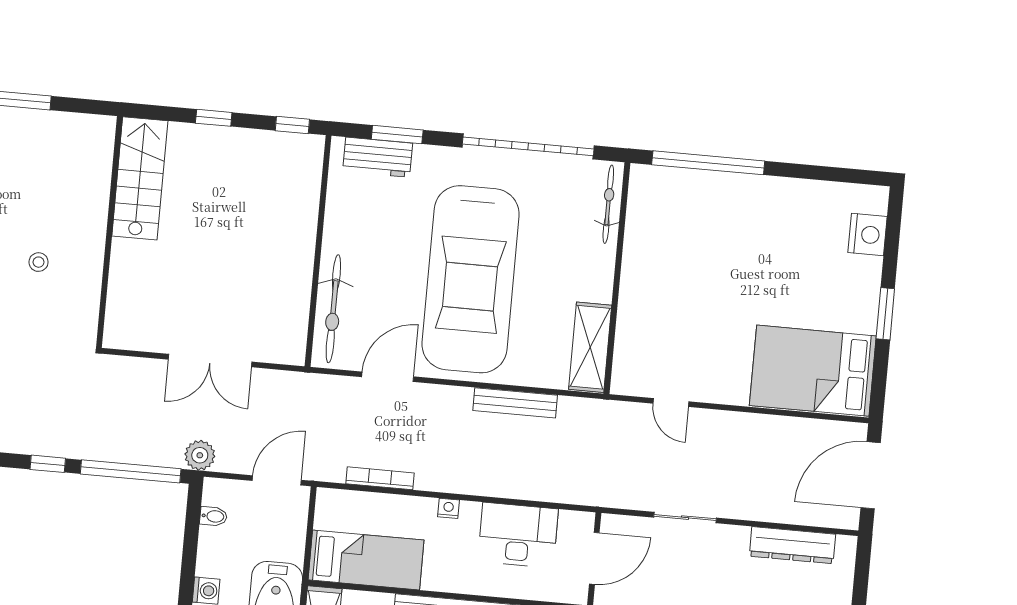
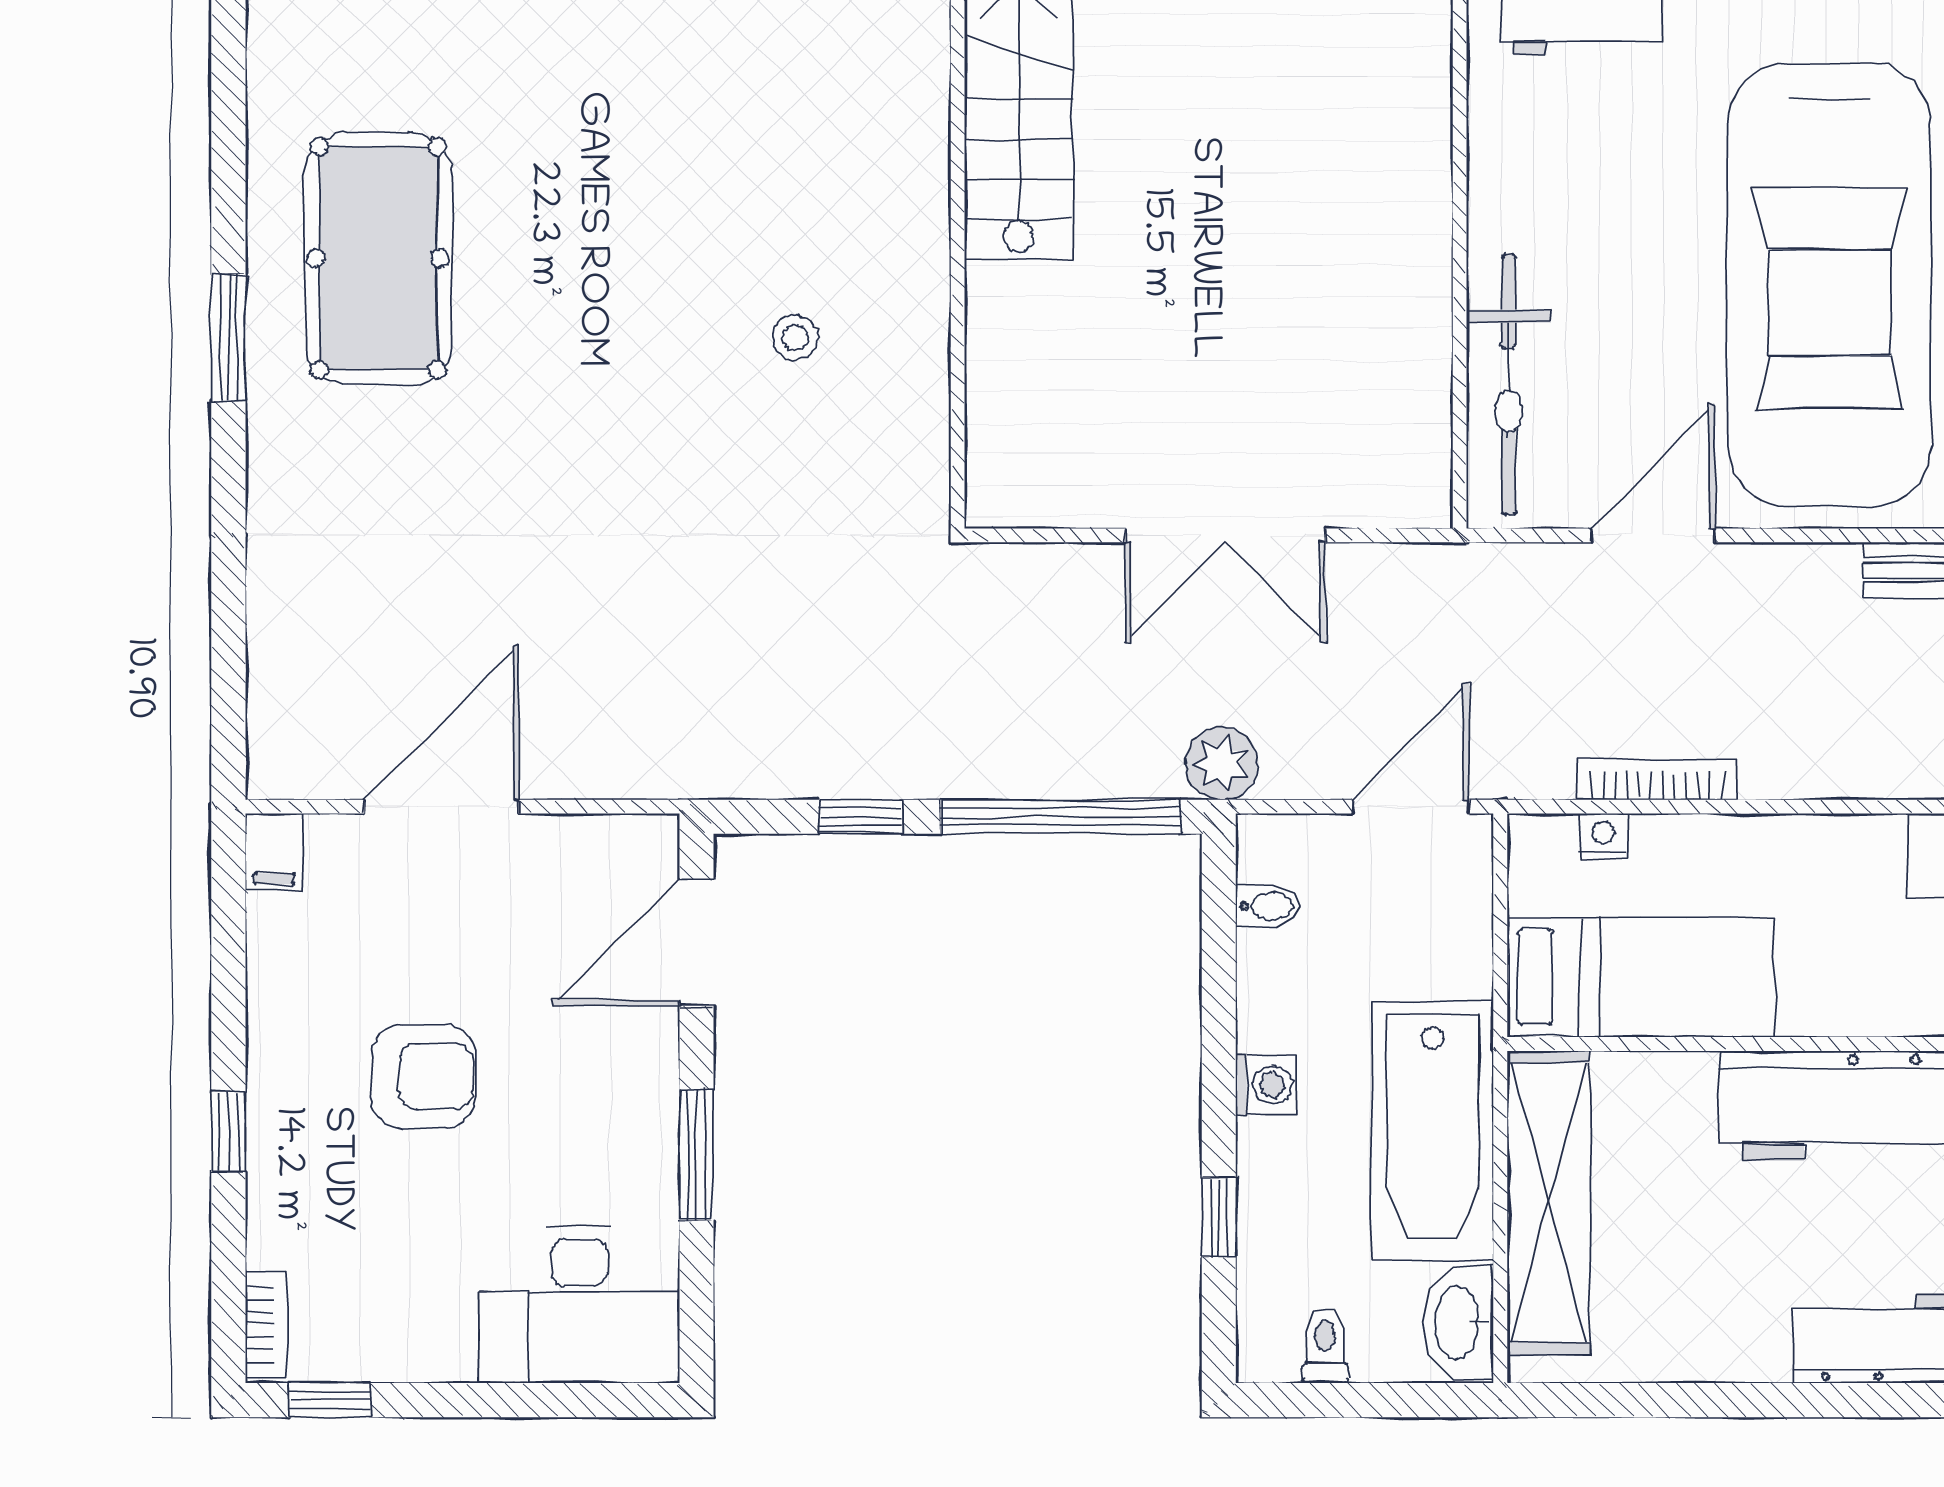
nightstand: (448, 508) -> (1603, 836), moved

